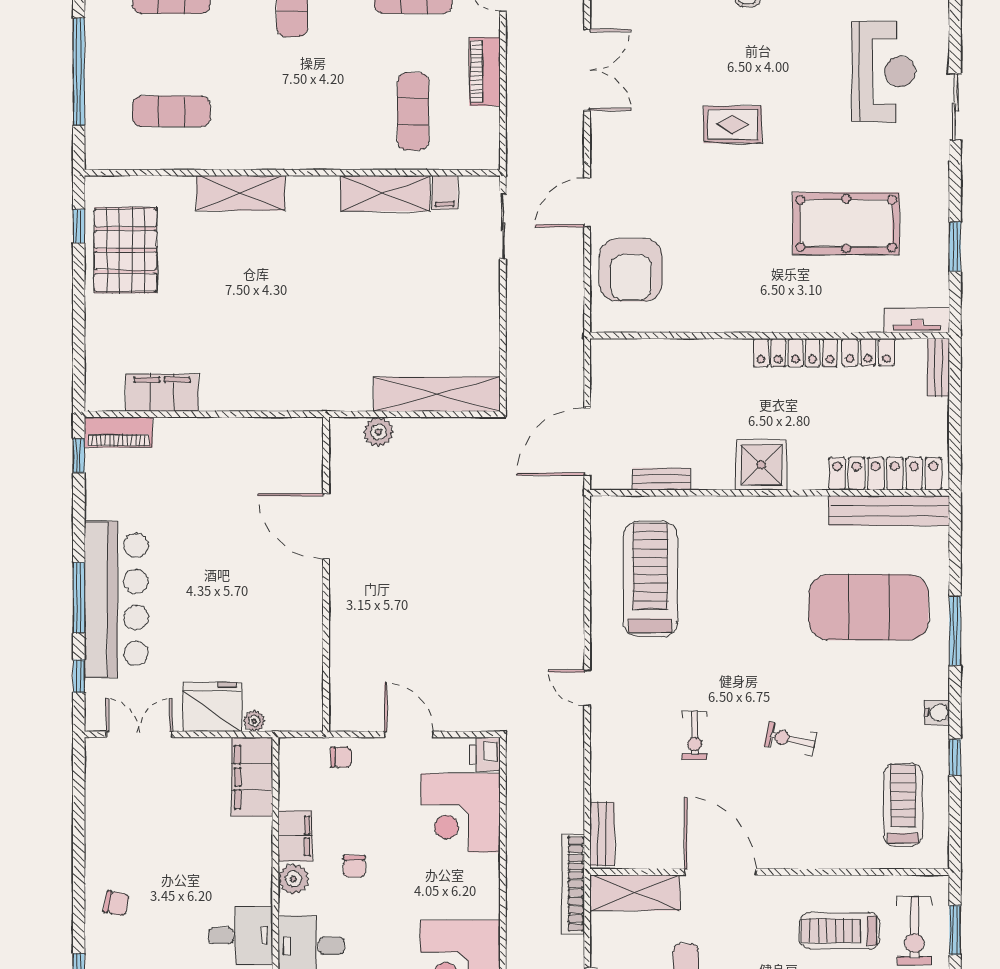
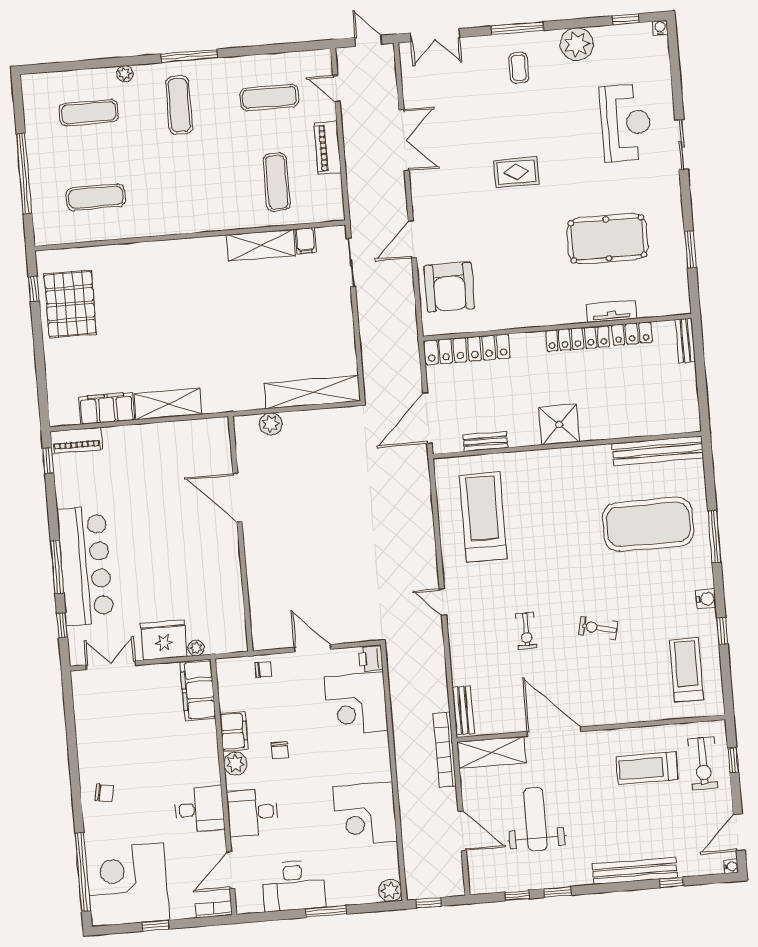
shelving: (241, 193) -> (168, 404), moved
tv unit: (917, 320) -> (611, 311), moved
locker: (885, 474) -> (467, 349), moved, turned 180
window: (955, 930) -> (733, 760), width x0.67

